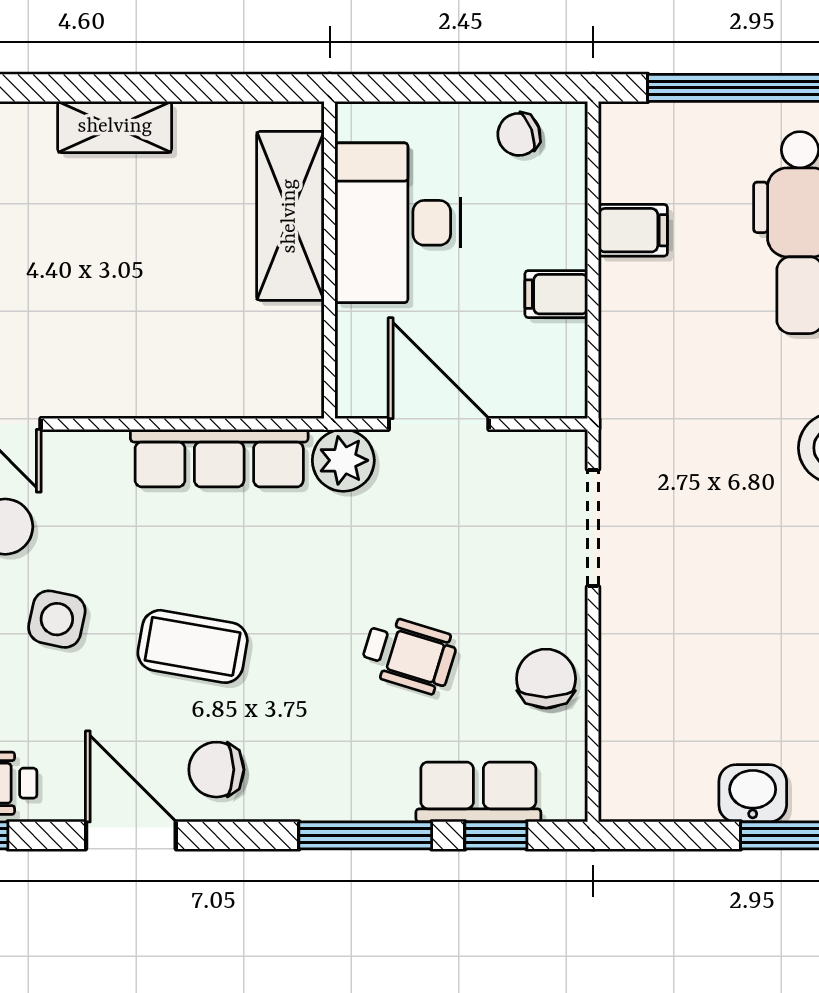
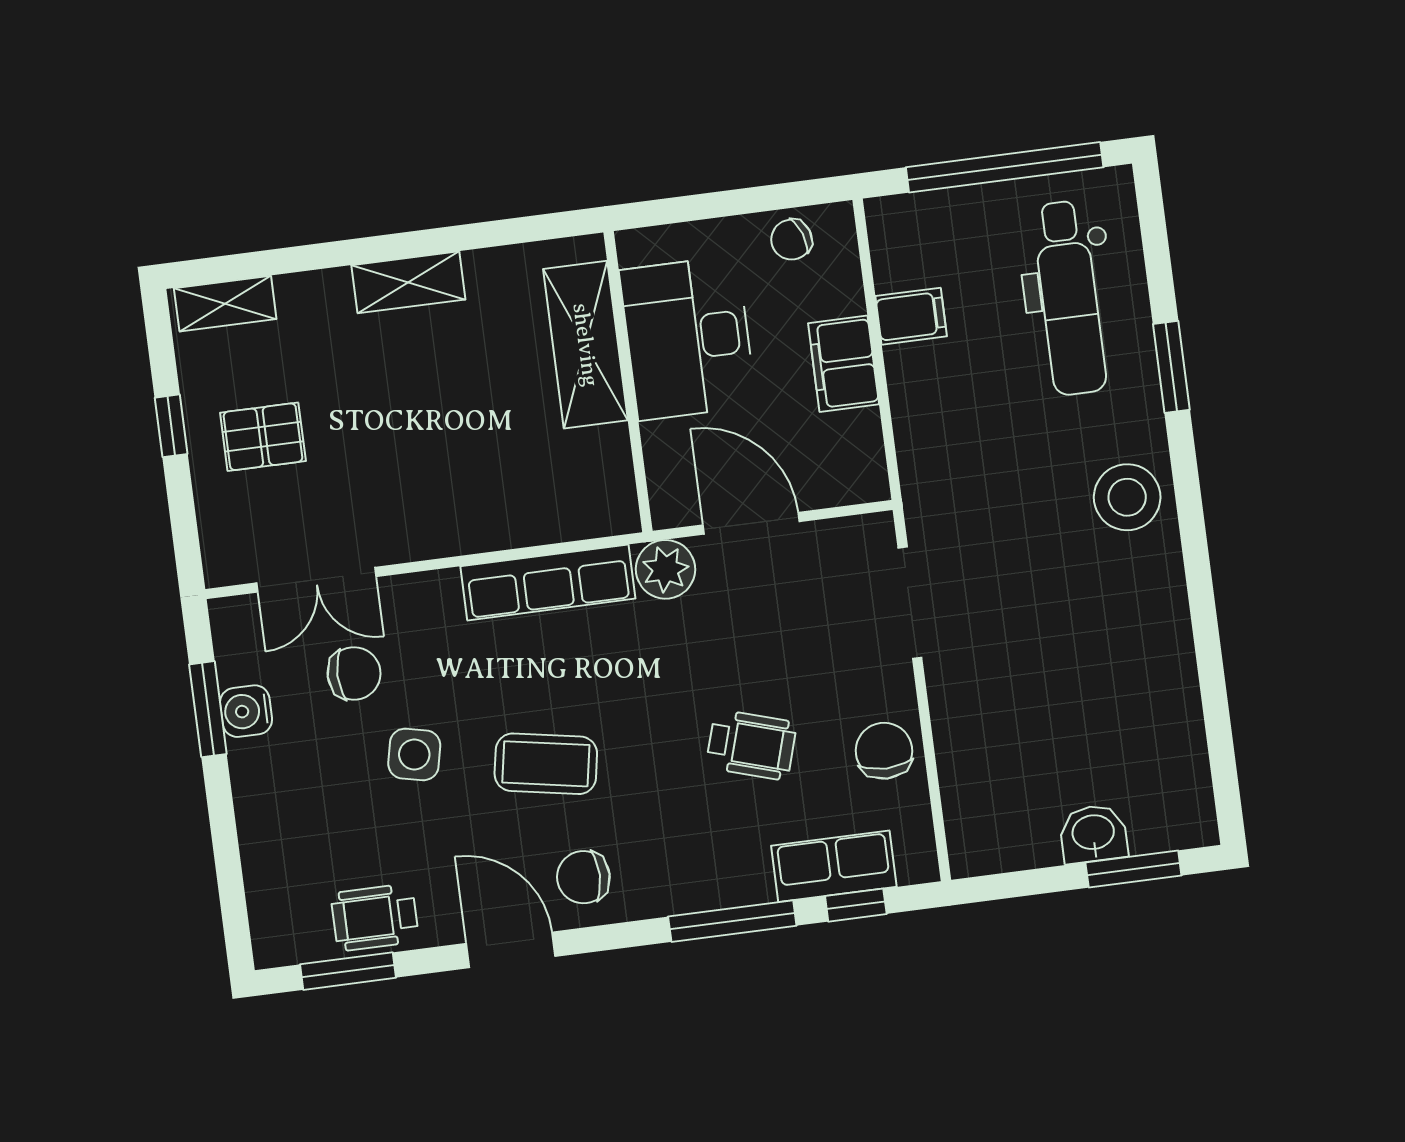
filing cabinet: (556, 294) -> (844, 364), width x2.00

